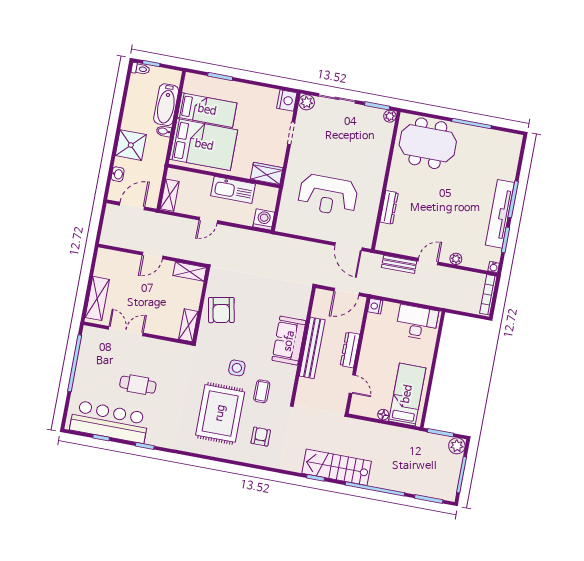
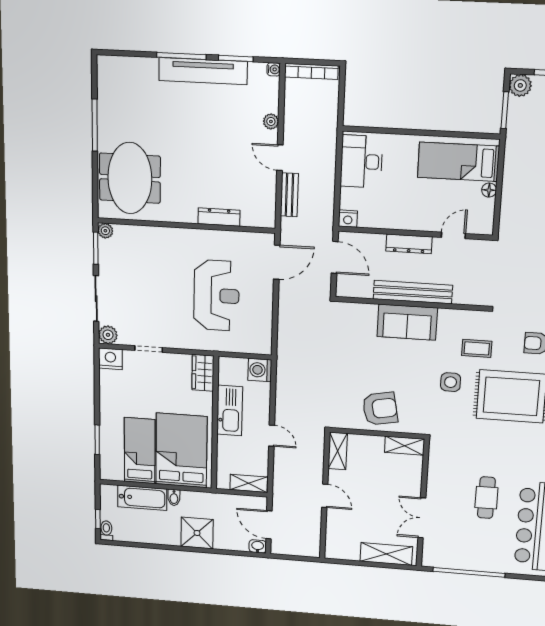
washbasin: (118, 174) -> (258, 546), moved

